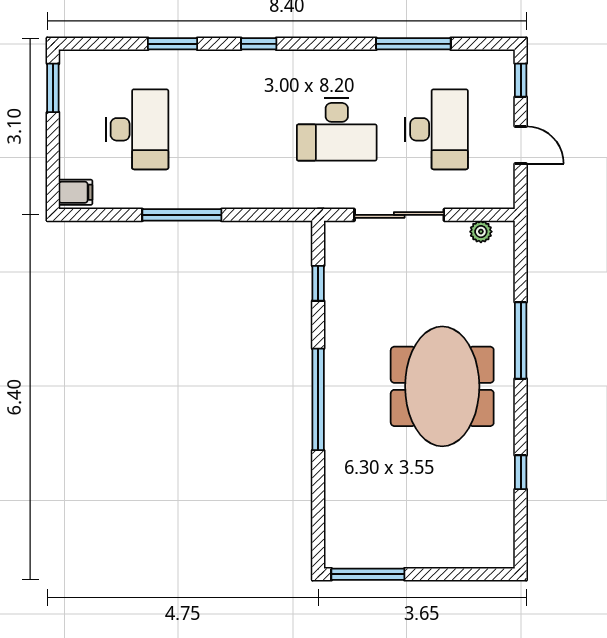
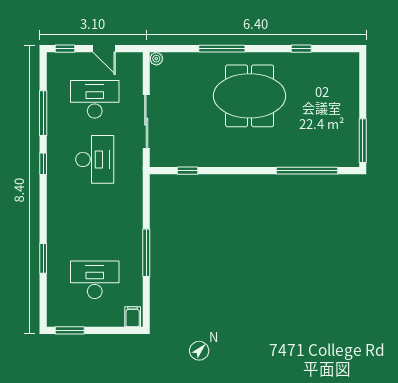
window: (259, 44) -> (43, 164), moved
door: (521, 145) -> (104, 49), swing flipped
plant: (481, 232) -> (156, 59), moved
window: (318, 399) -> (307, 171), moved

